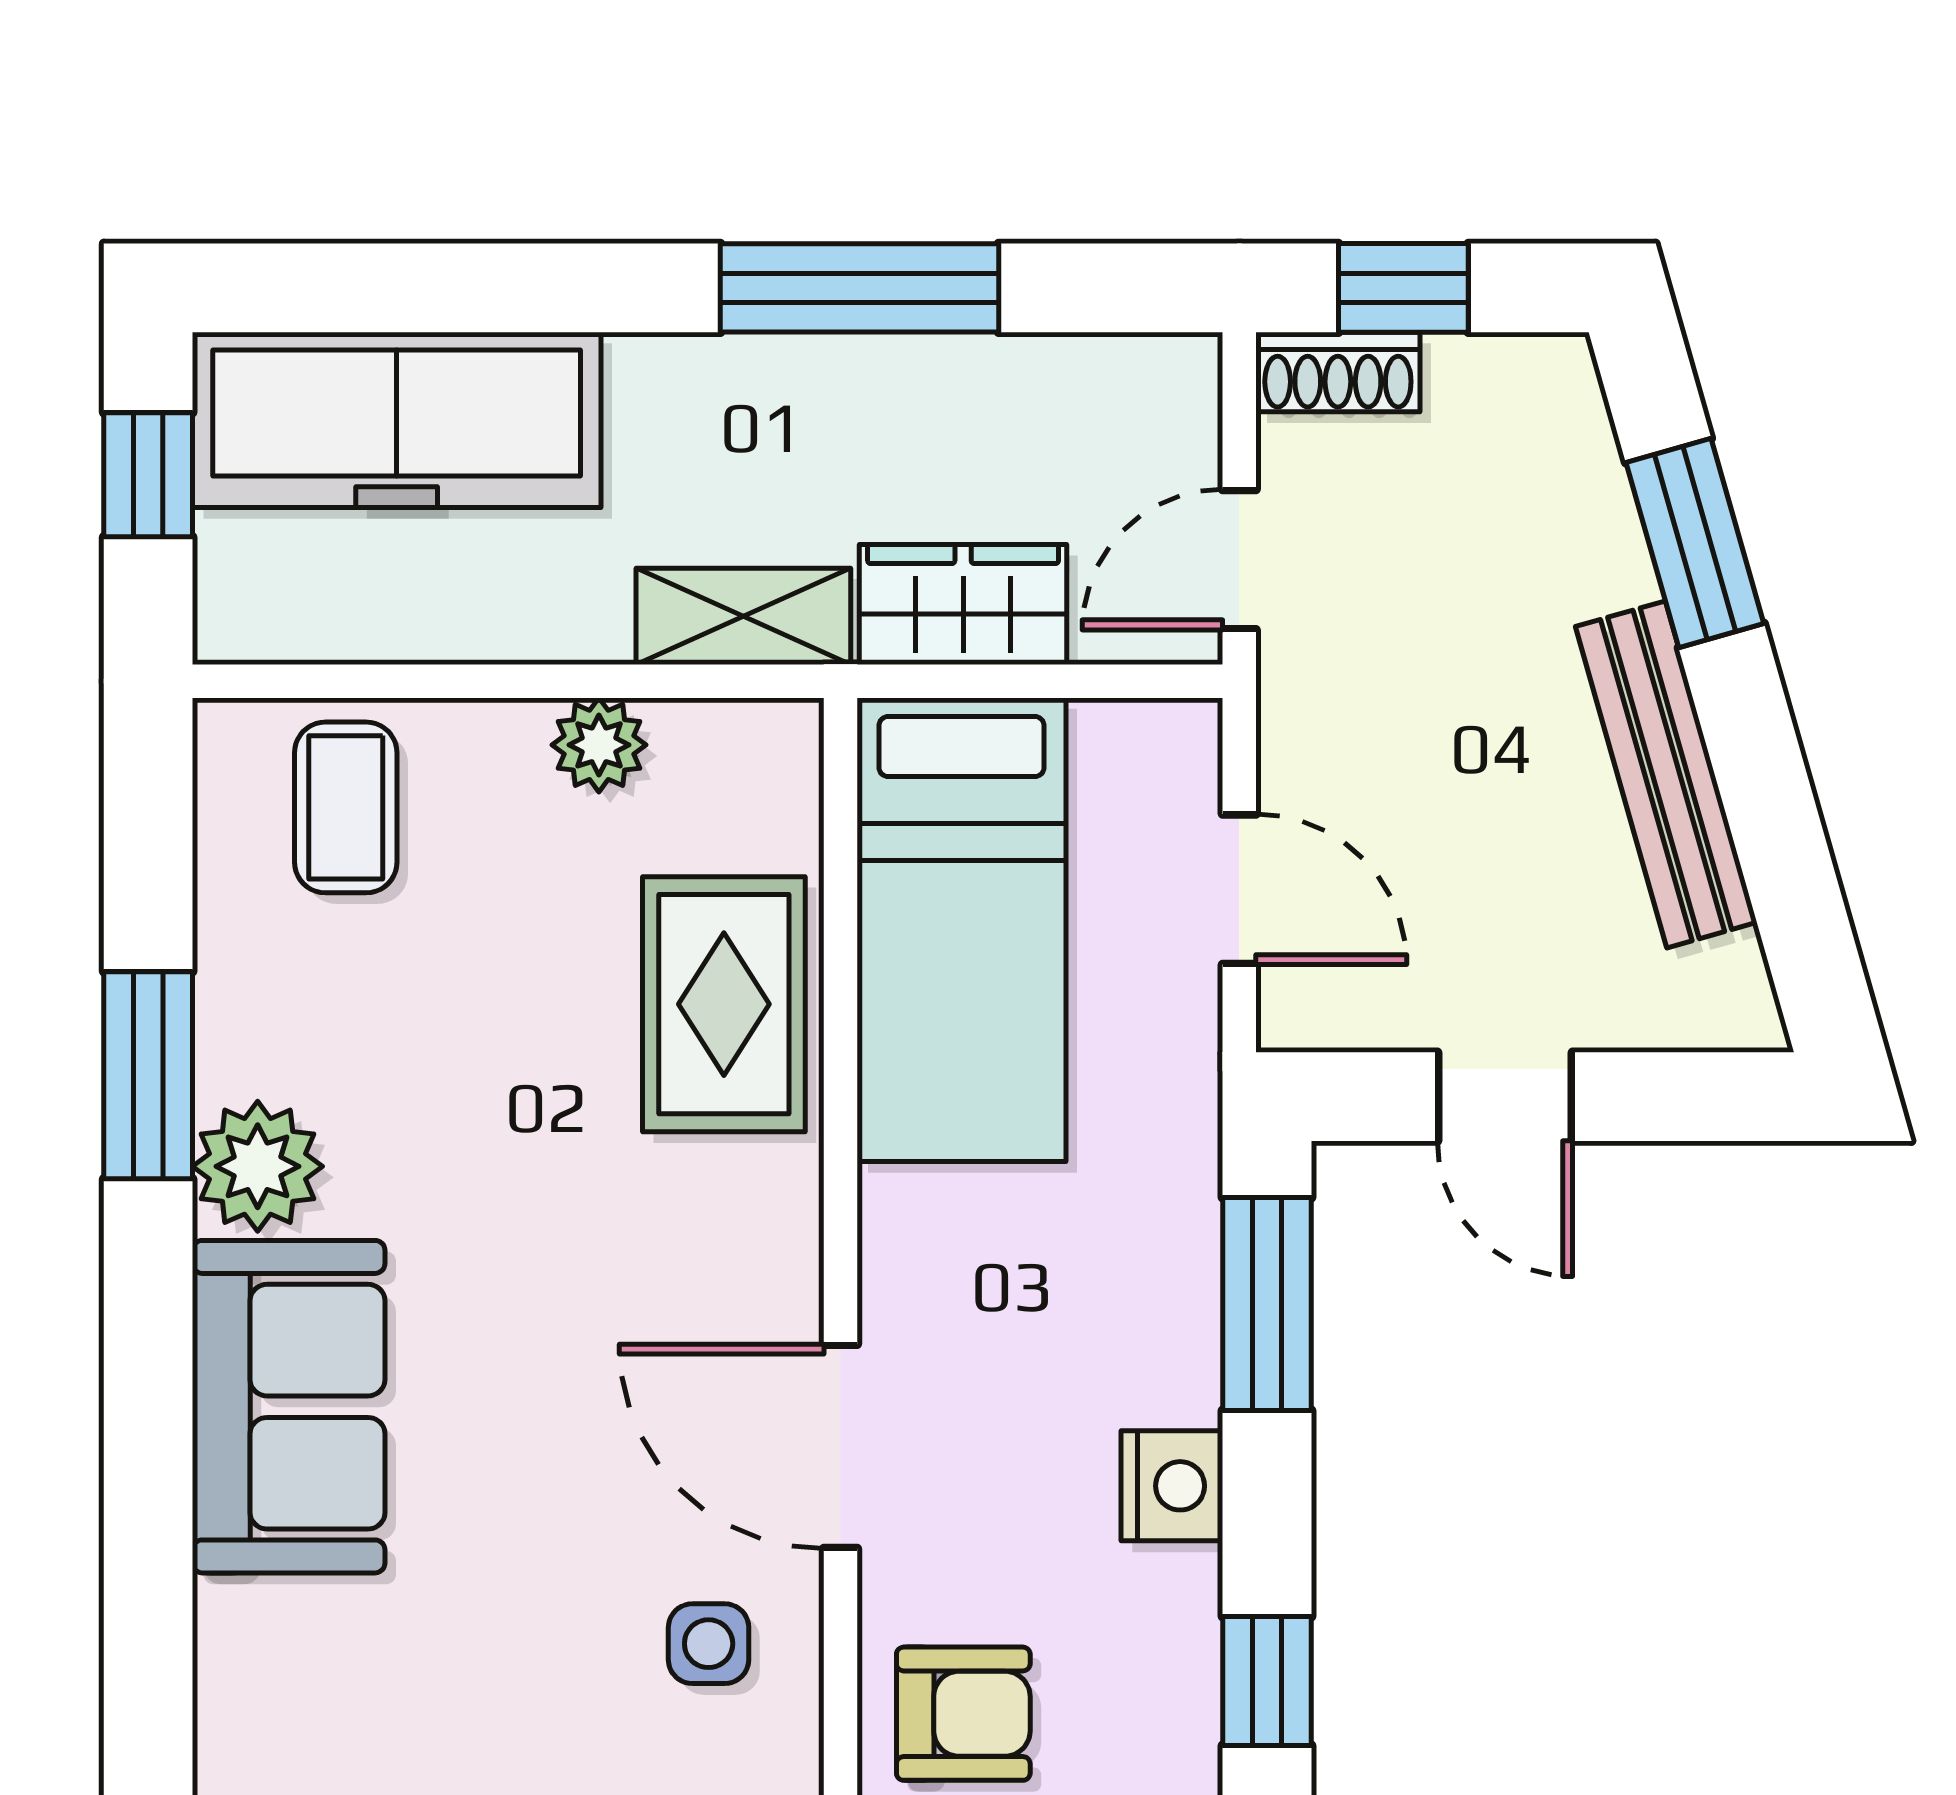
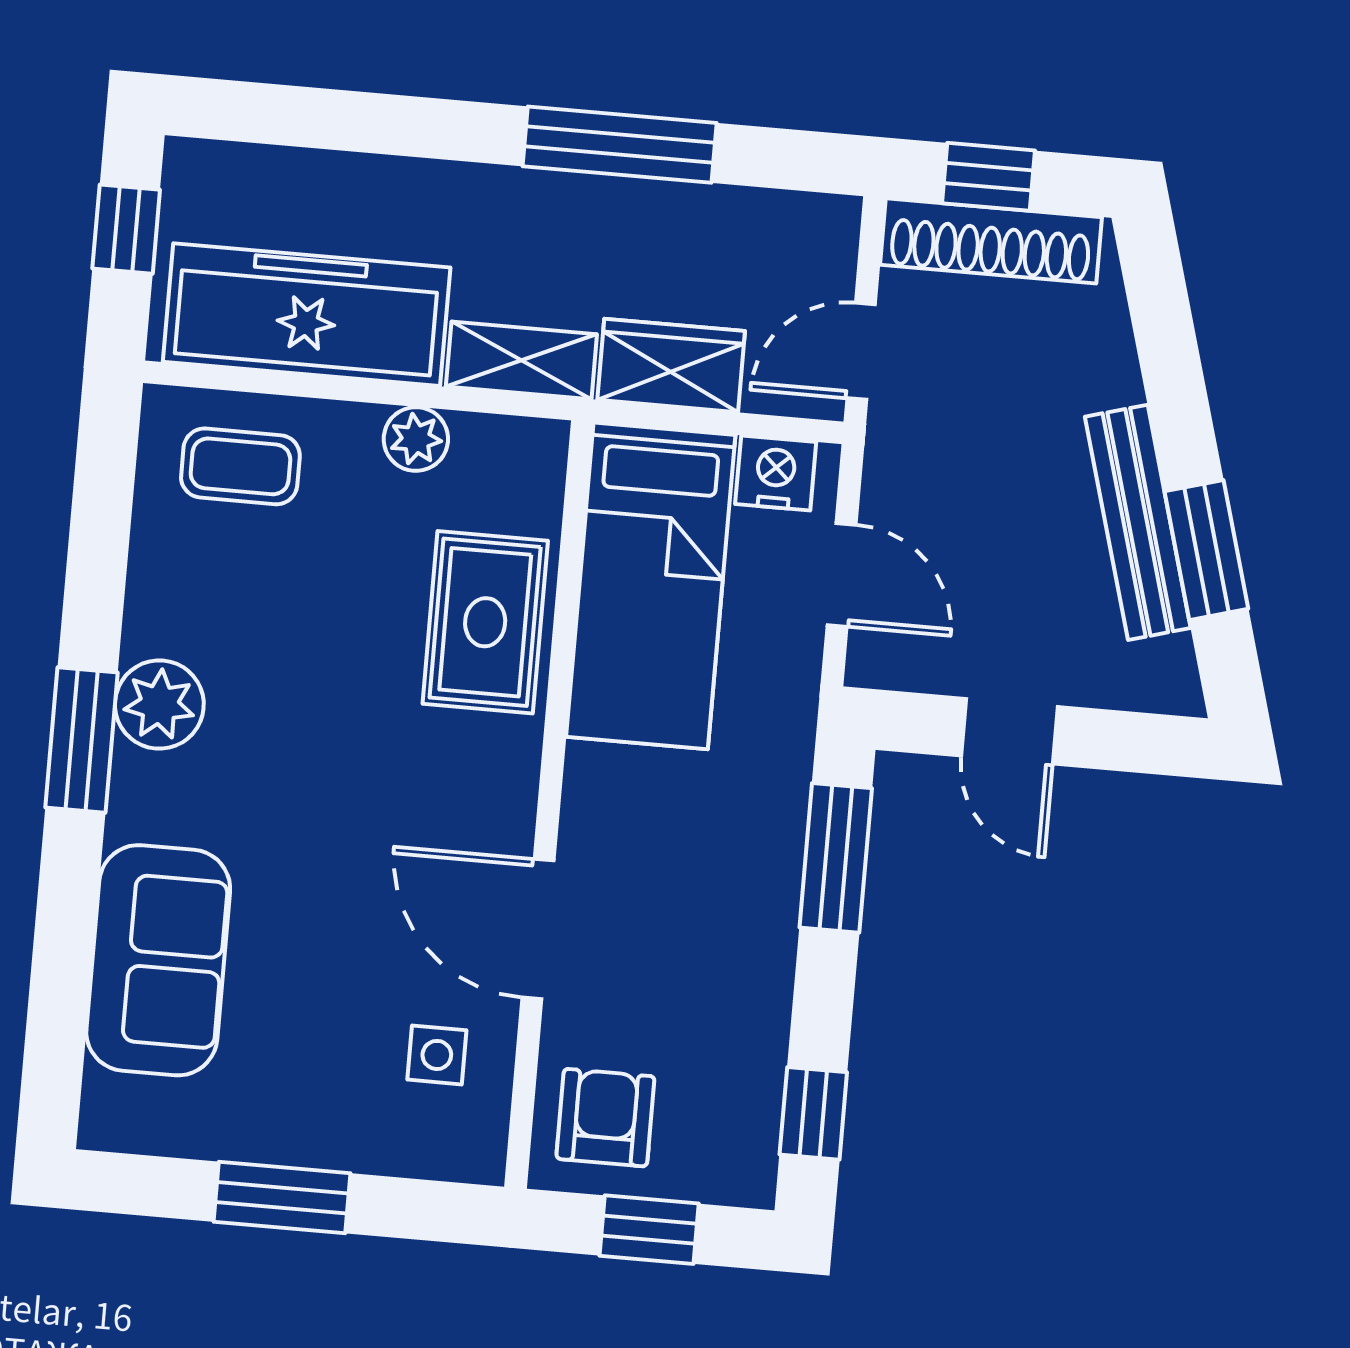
shoe rack: (1338, 372) -> (991, 241), width x1.94, depth x1.24
freezer: (397, 420) -> (307, 315), moved, turned 180
window: (1695, 543) -> (1206, 550), moved
coffee table: (346, 807) -> (240, 466), turned 90
window: (148, 1075) -> (81, 740), moved
sofa: (289, 1407) -> (158, 960), moved
nightstand: (1172, 1486) -> (776, 473), moved, turned -90
armchair: (963, 1714) -> (605, 1118), turned -90

